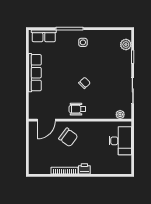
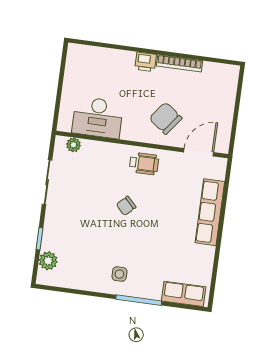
row of seats: (35, 73) -> (210, 212), moved
desk: (120, 141) -> (98, 117), moved, turned -90

